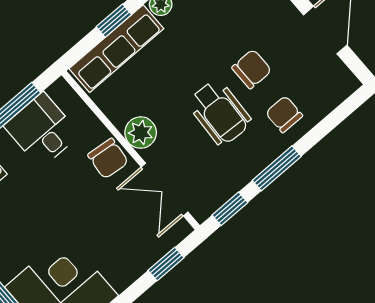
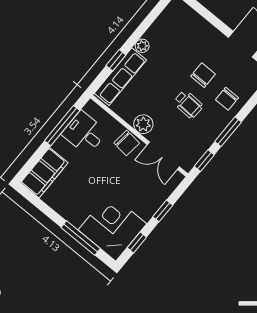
wheelchair: (220, 113) -> (188, 104), width x0.73, depth x0.73
chair: (284, 114) -> (227, 99), turned -90
window: (166, 264) -> (163, 211), moved

